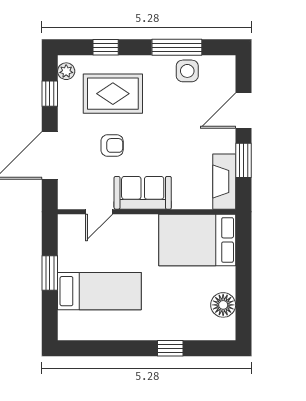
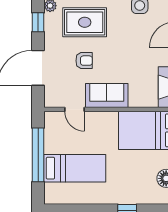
door: (99, 212) -> (75, 109), hinge flipped
window: (50, 273) -> (38, 155), width x2.11

